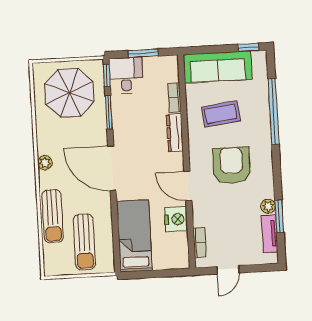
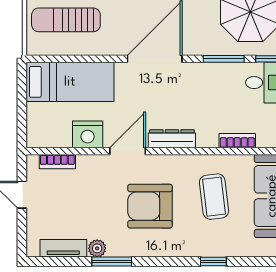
window: (273, 112) -> (213, 261), width x0.32
dresser: (175, 133) -> (172, 139), moved
armchair: (231, 165) -> (150, 206), turned 180
window: (279, 216) -> (112, 261), moved

